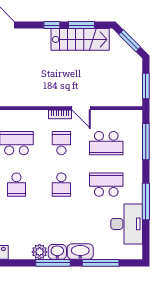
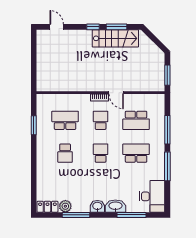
window: (130, 41) -> (155, 39), removed
window: (146, 142) -> (167, 130), moved
school desk: (61, 185) -> (101, 153), turned 180
desk: (127, 224) -> (152, 196), moved
plant: (40, 252) -> (65, 206), moved
window: (53, 263) -> (76, 215), moved

